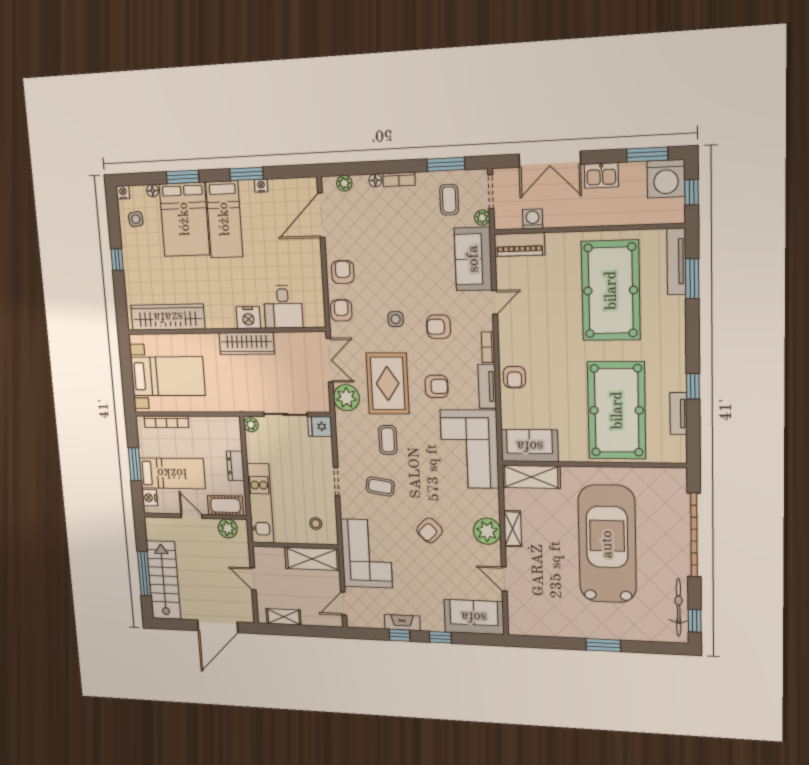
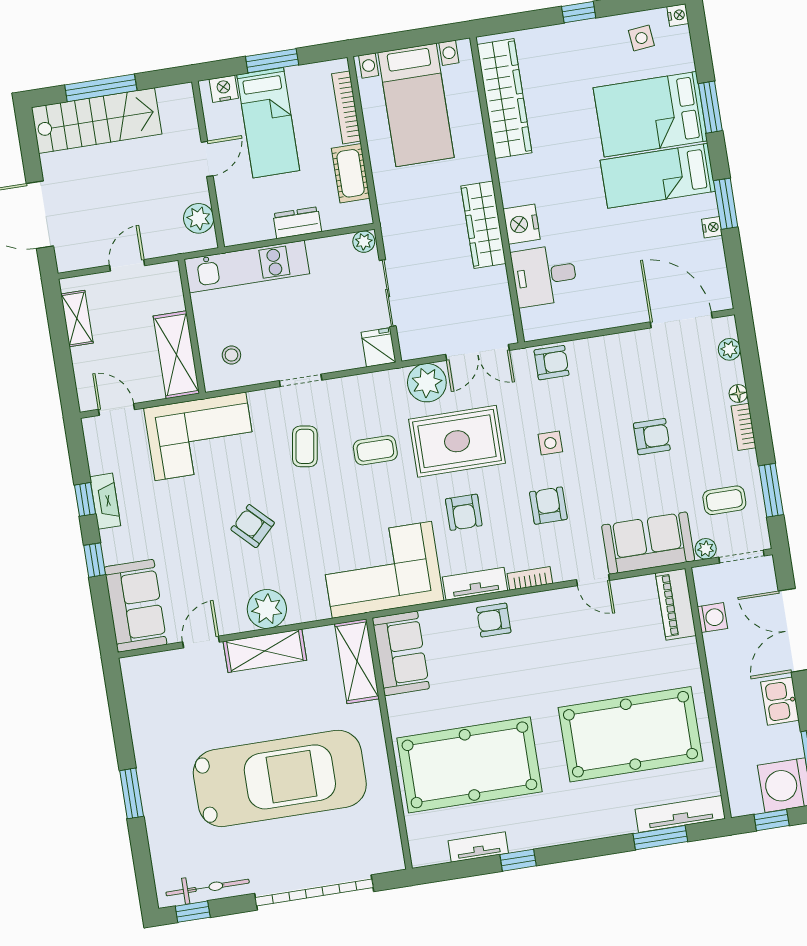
floor lamp: (153, 191) -> (686, 62), removed
armchair: (343, 272) -> (652, 437), moved
cot: (225, 505) -> (351, 173), moved
shelving: (513, 529) -> (265, 651), width x1.50, depth x1.33

